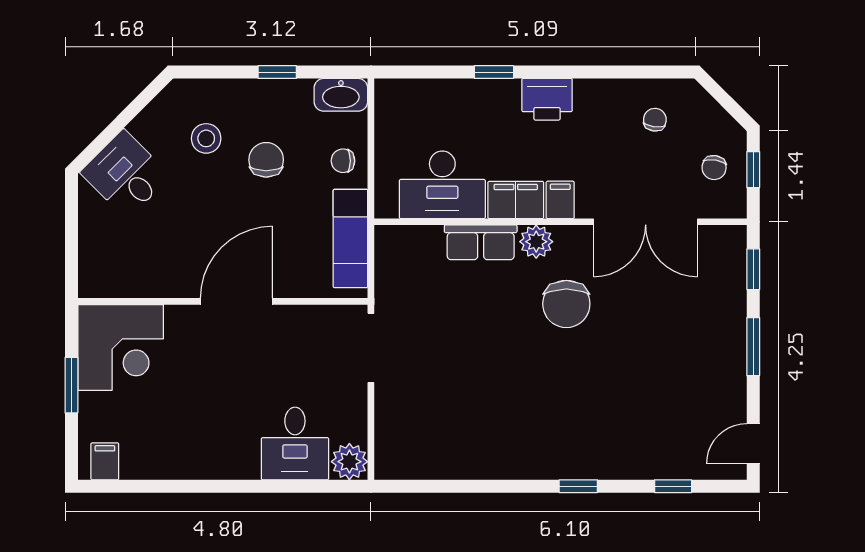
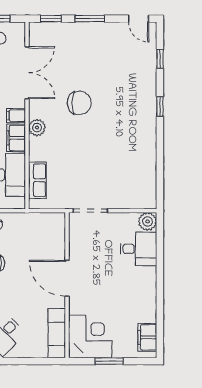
exam couch: (350, 238) -> (57, 333), moved, turned 90
row of seats: (481, 242) -> (37, 180), moved
chair: (566, 304) -> (79, 103), moved
filing cabinet: (105, 461) -> (147, 337), width x2.00

